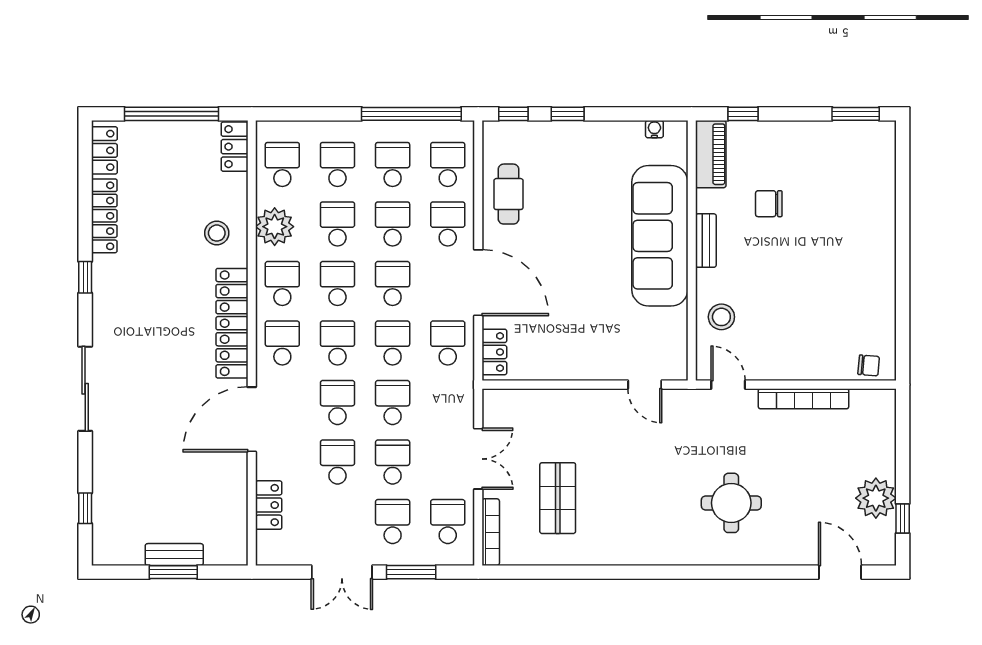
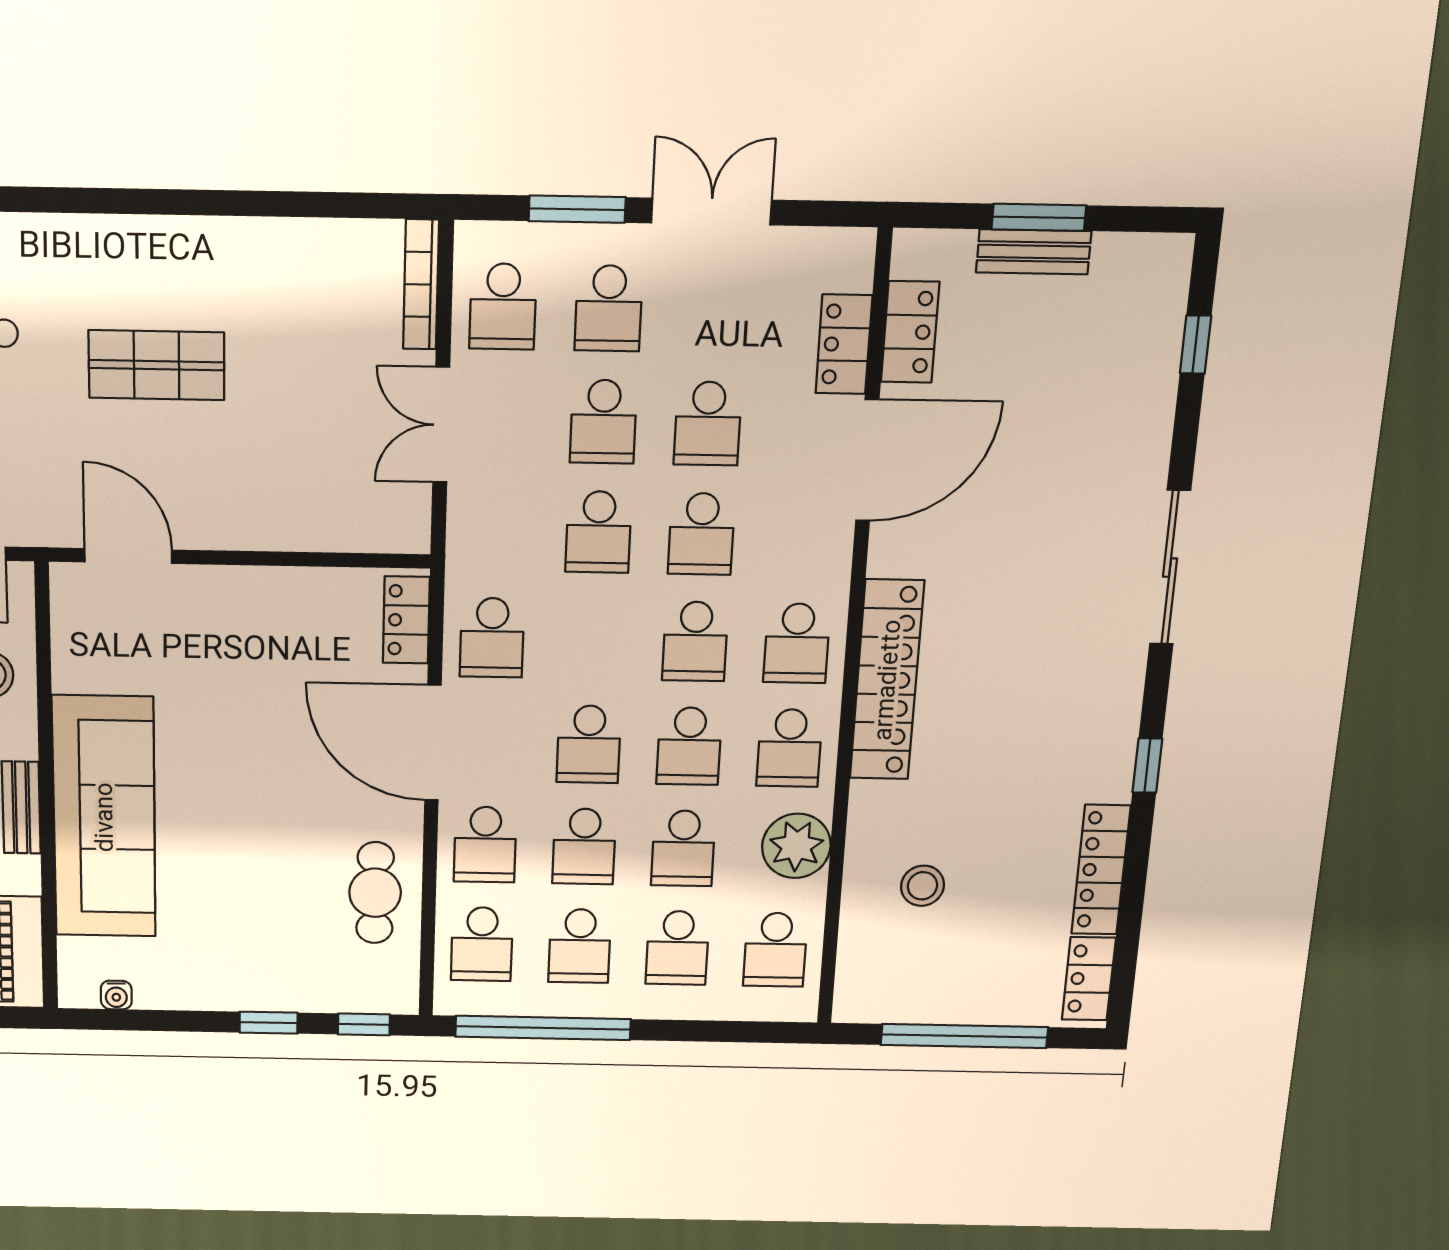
locker: (235, 147) -> (910, 332), moved
stool: (217, 233) -> (922, 886), moved
school desk: (393, 343) -> (594, 640), removed
door: (645, 385) -> (128, 556), width x1.38
door: (252, 419) -> (867, 460), moved
shop shelf: (558, 498) -> (156, 365), moved, turned 90

